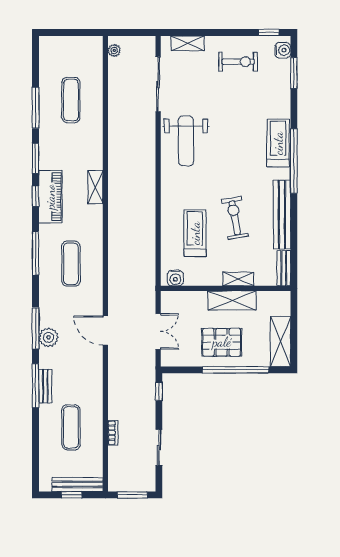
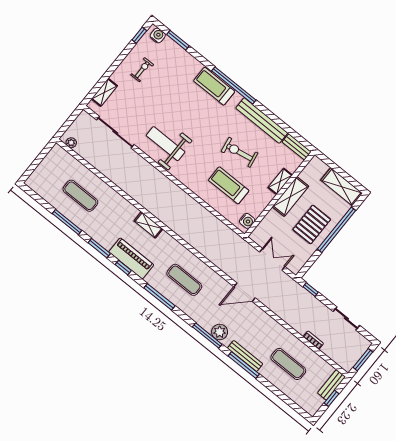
exercise bike: (238, 62) -> (142, 70), width x0.73, depth x0.72
weight bench: (186, 141) -> (166, 144), turned 180
bench: (45, 386) -> (245, 356), width x1.36
bench: (77, 484) -> (331, 385), width x0.73

